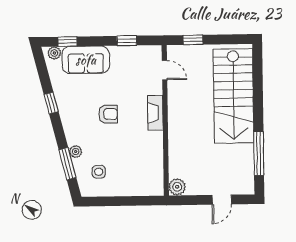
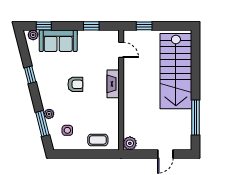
coffee table: (137, 183) -> (98, 140), added

